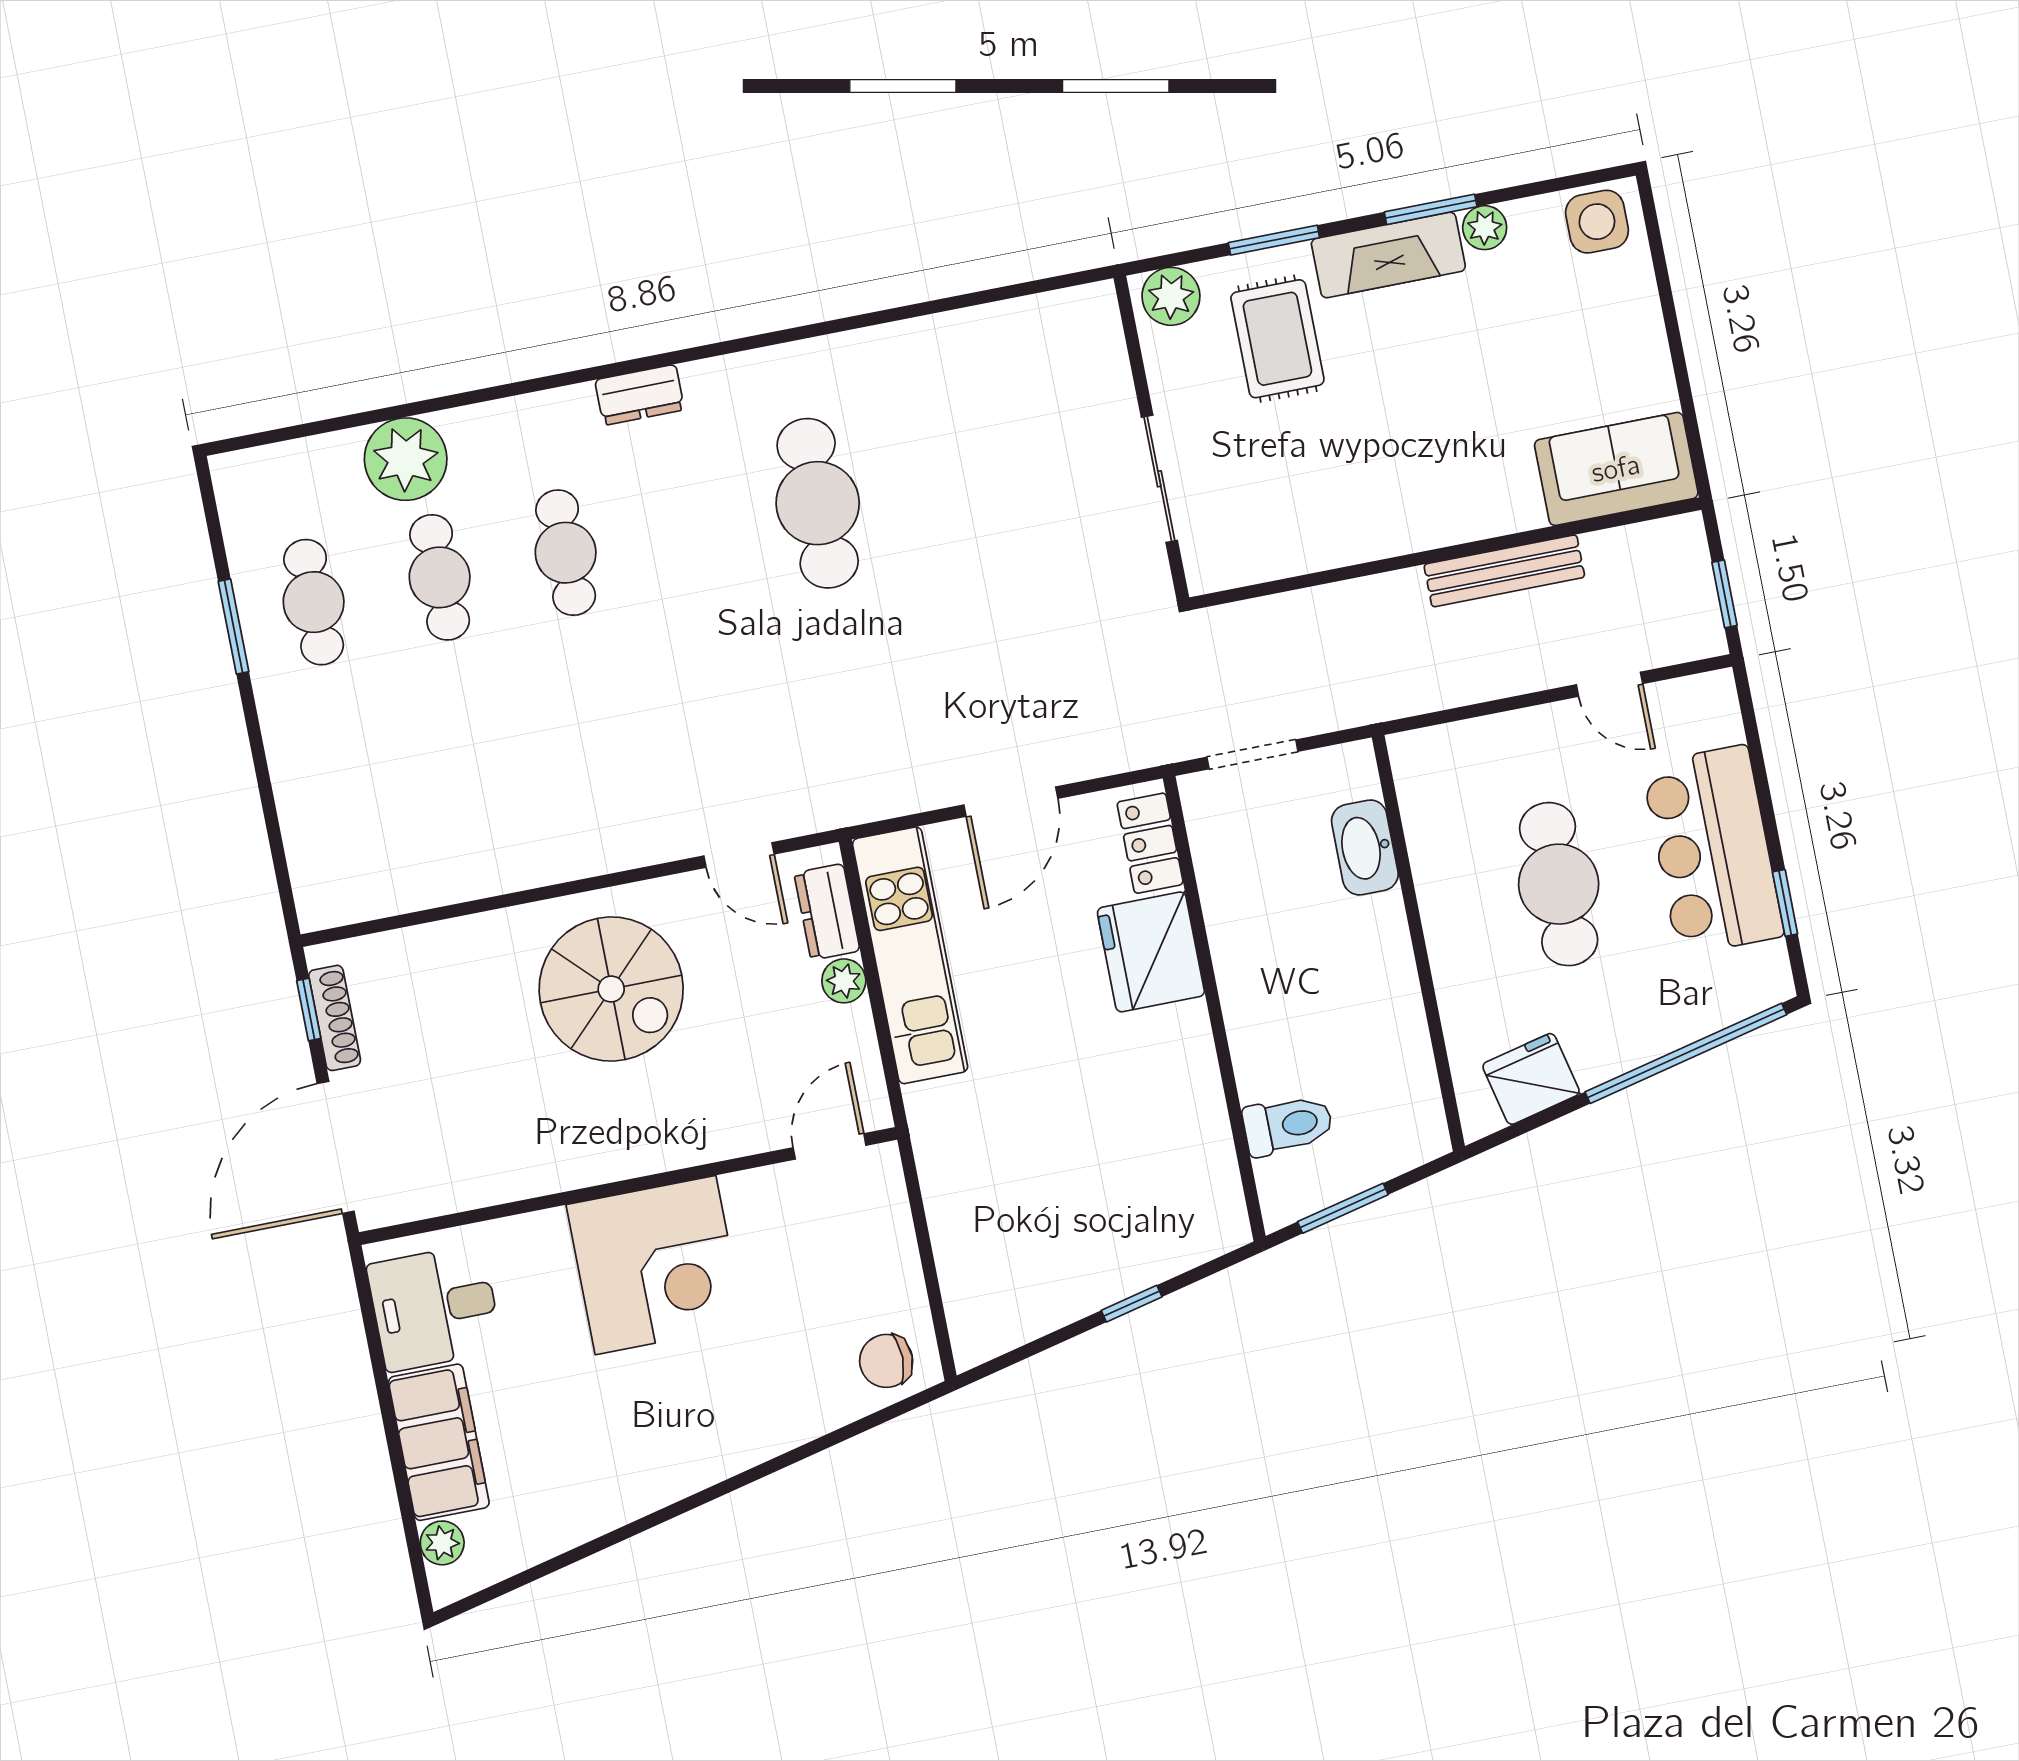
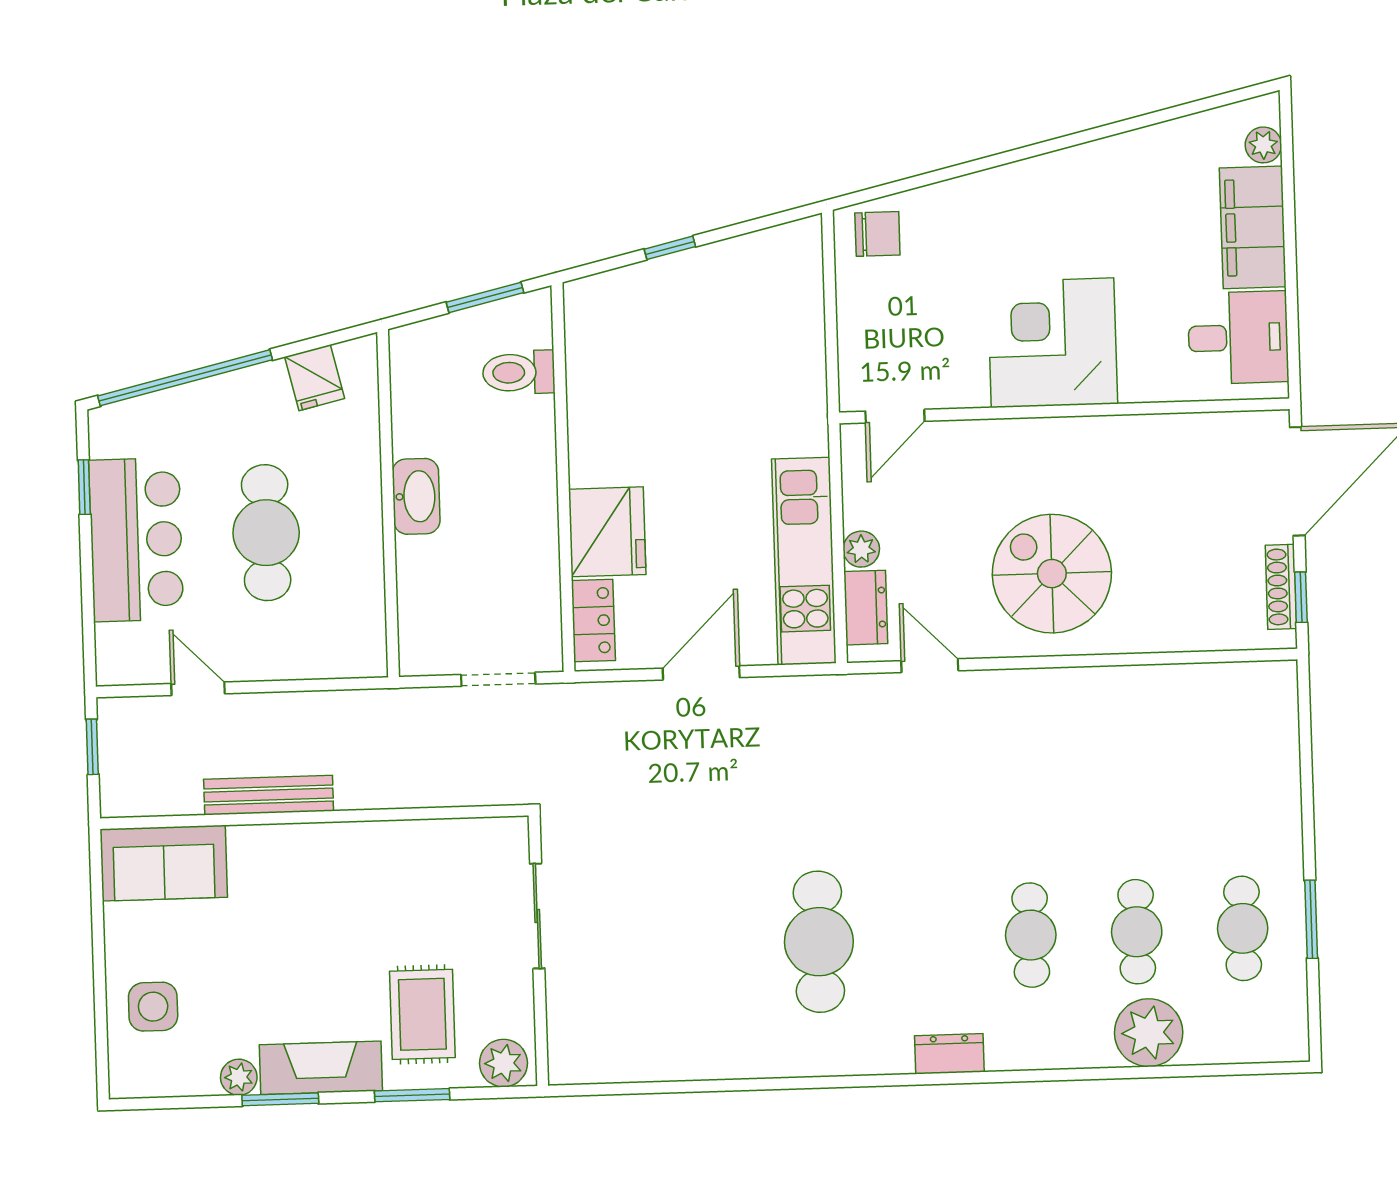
side table: (1597, 222) -> (153, 1007), moved
washbasin: (1365, 847) -> (416, 496), moved
fridge: (1531, 1079) -> (315, 378), width x0.72

